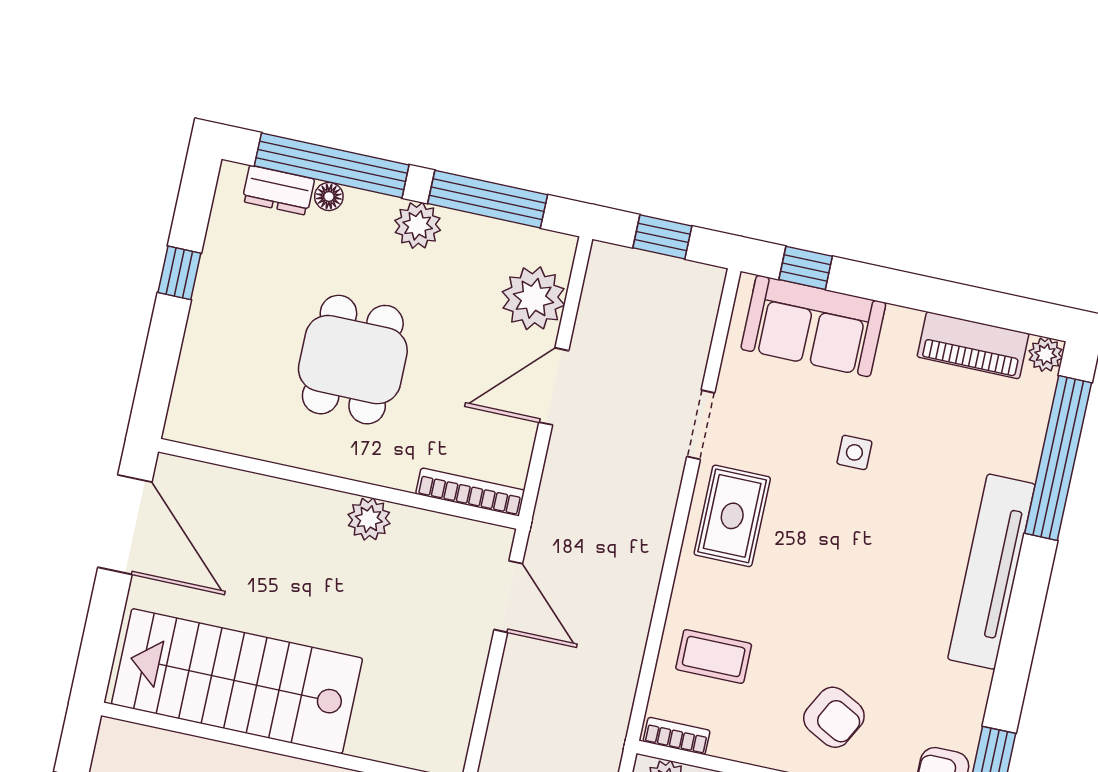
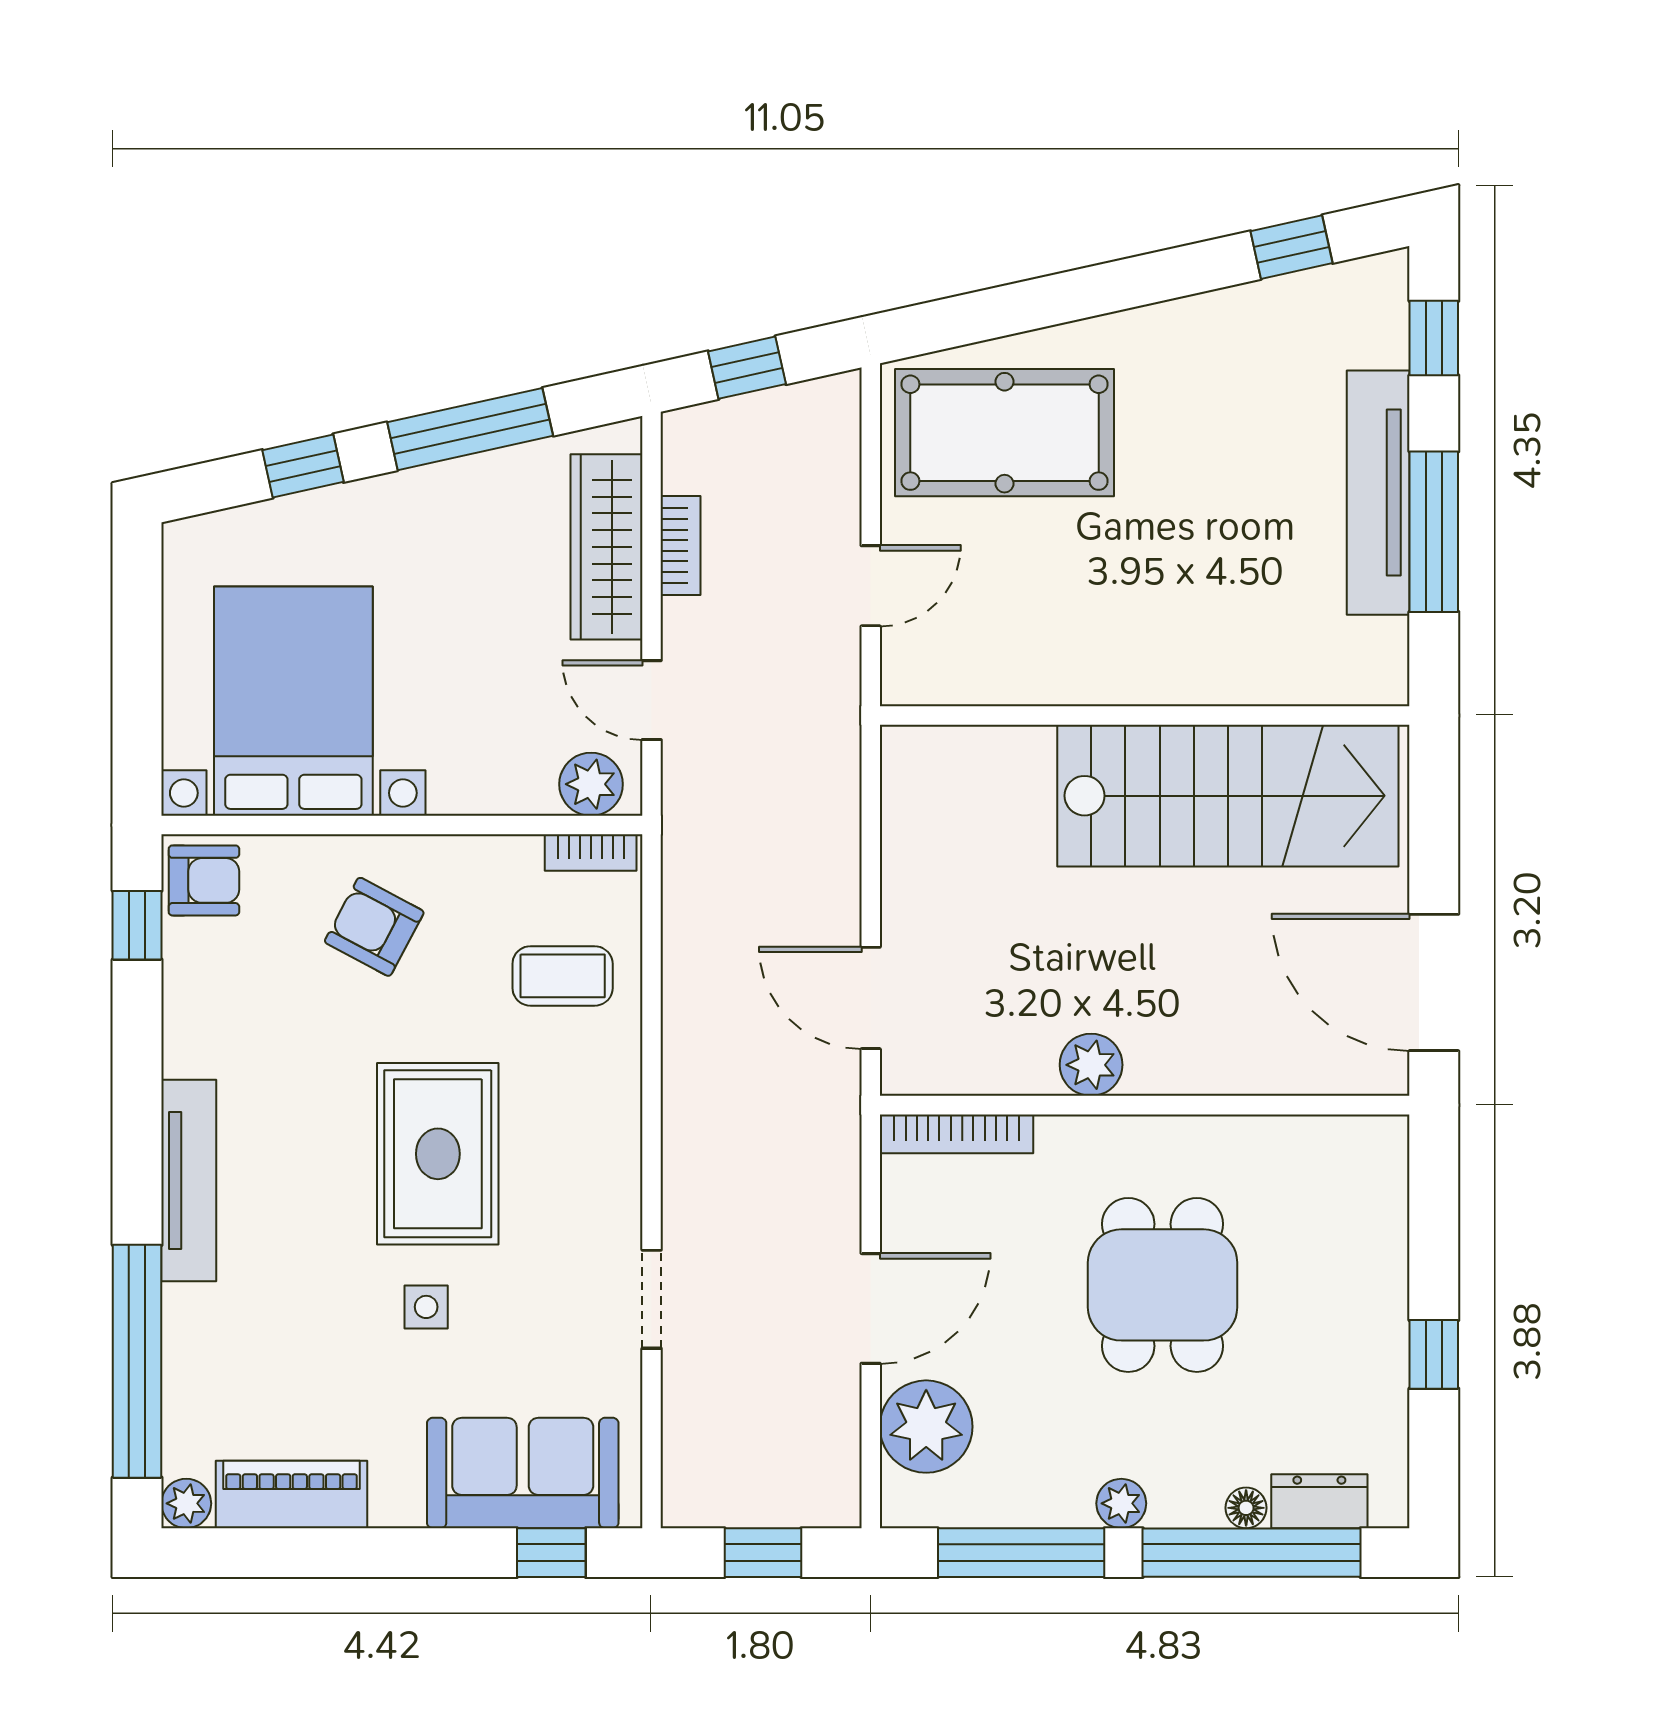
plant: (418, 225) -> (1121, 1503), width x0.73, depth x0.73
rug: (732, 516) -> (438, 1154), moved, width x1.36, depth x1.43
tv unit: (991, 572) -> (189, 1181), width x0.73, depth x0.78

